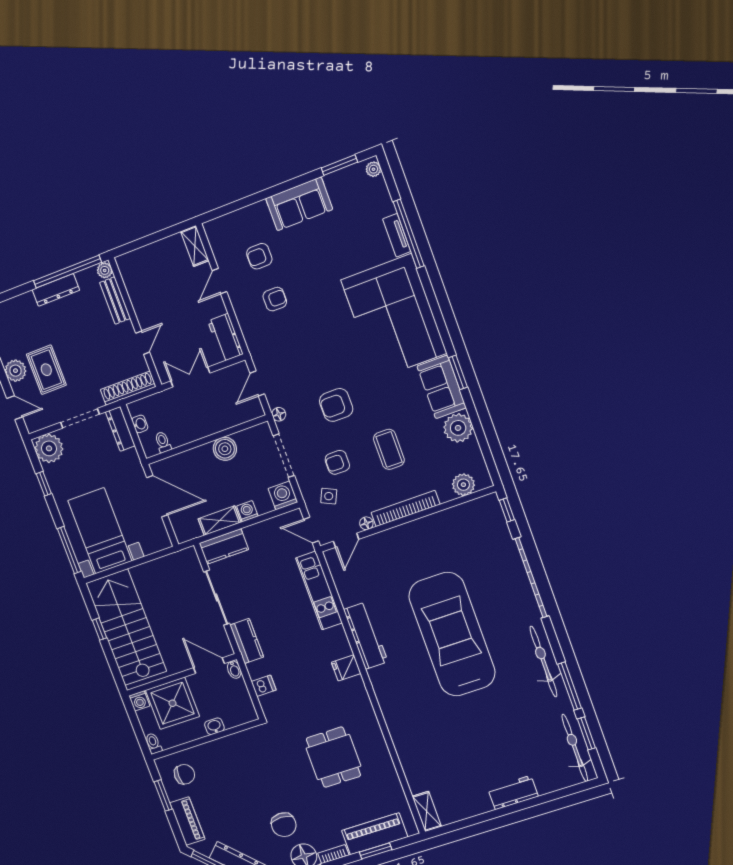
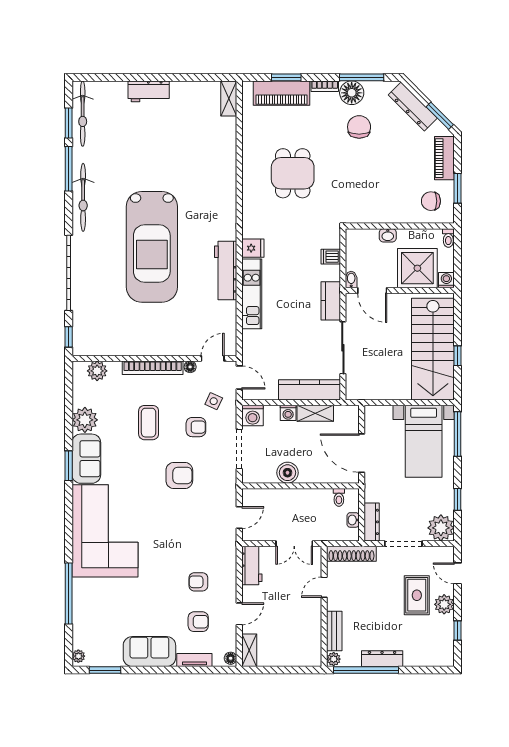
tv unit: (397, 235) -> (194, 660), moved, turned -90
floor lamp: (279, 414) -> (231, 658), moved
kitchen counter: (224, 546) -> (310, 390), width x1.50
kitchen unit: (319, 591) -> (252, 294), moved

